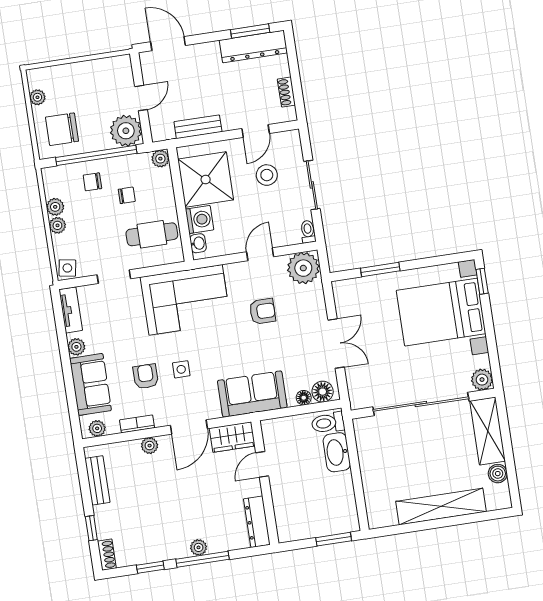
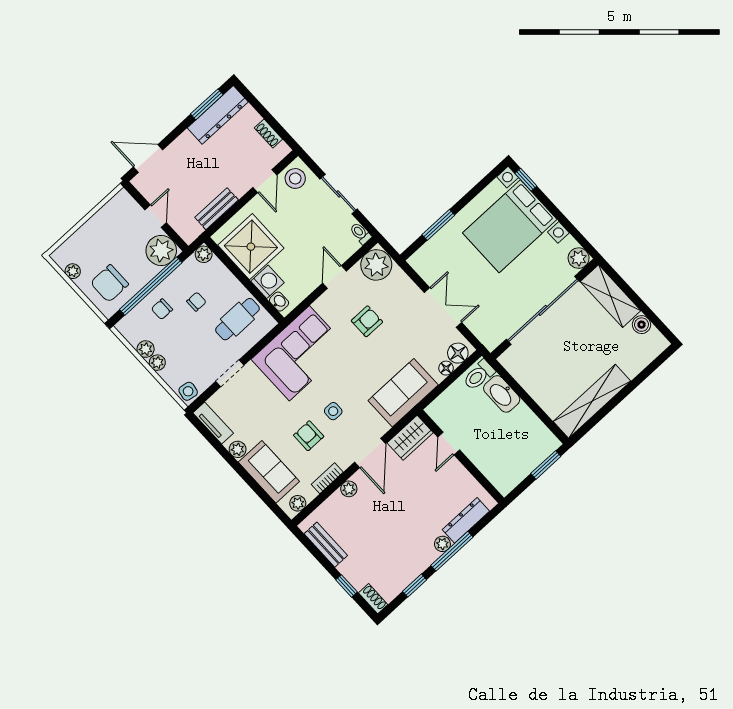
stool: (267, 175) -> (295, 178), moved
shelving: (441, 506) -> (592, 401), moved
dresser: (257, 522) -> (466, 520), moved, turned 90

